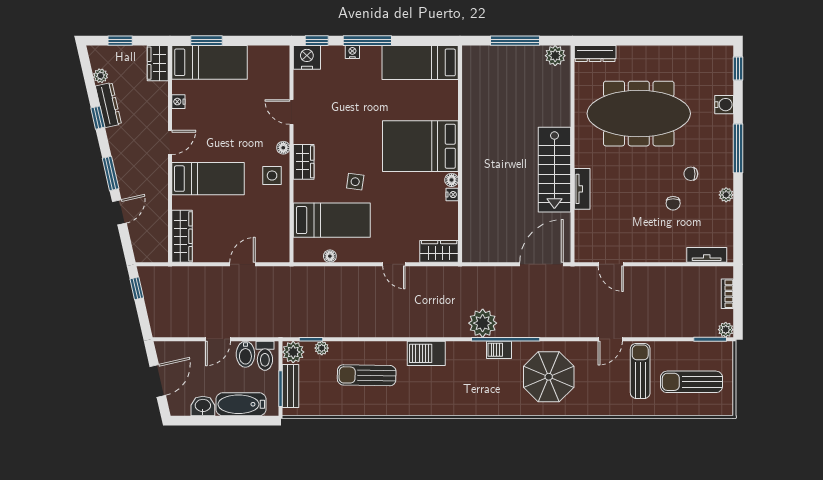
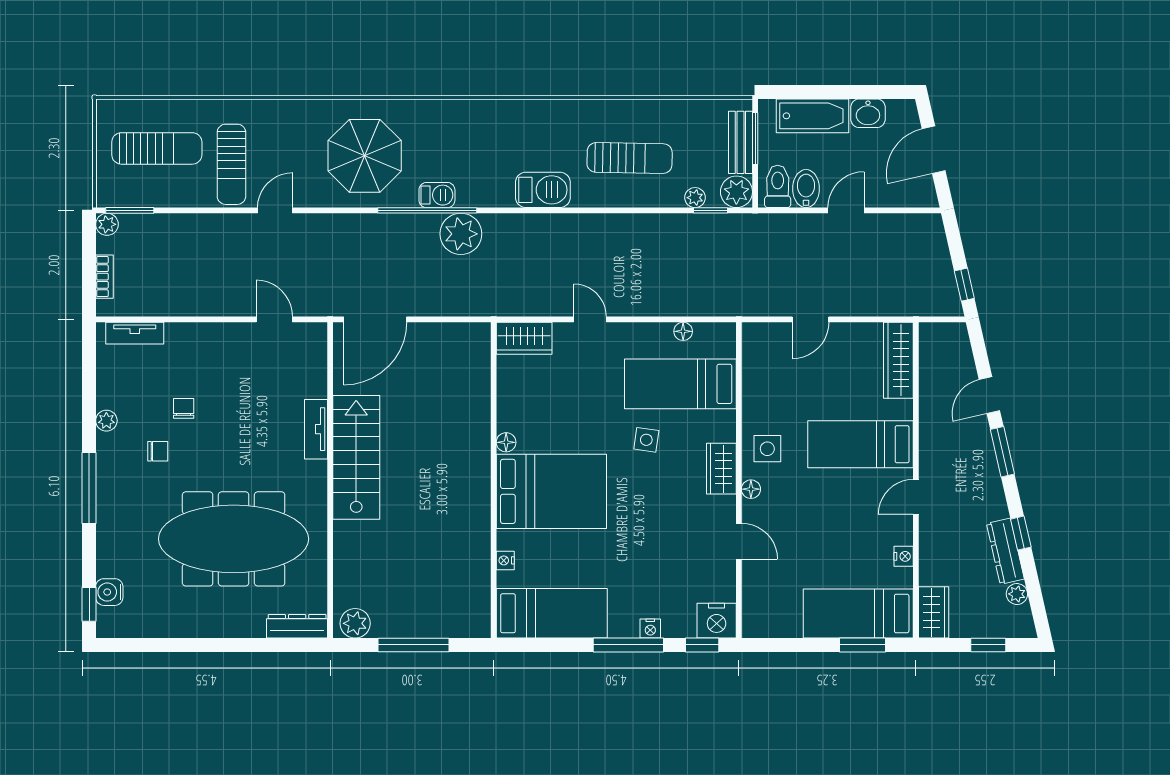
water cooler: (724, 105) -> (109, 592), moved
nightstand: (452, 195) -> (505, 560), moved

